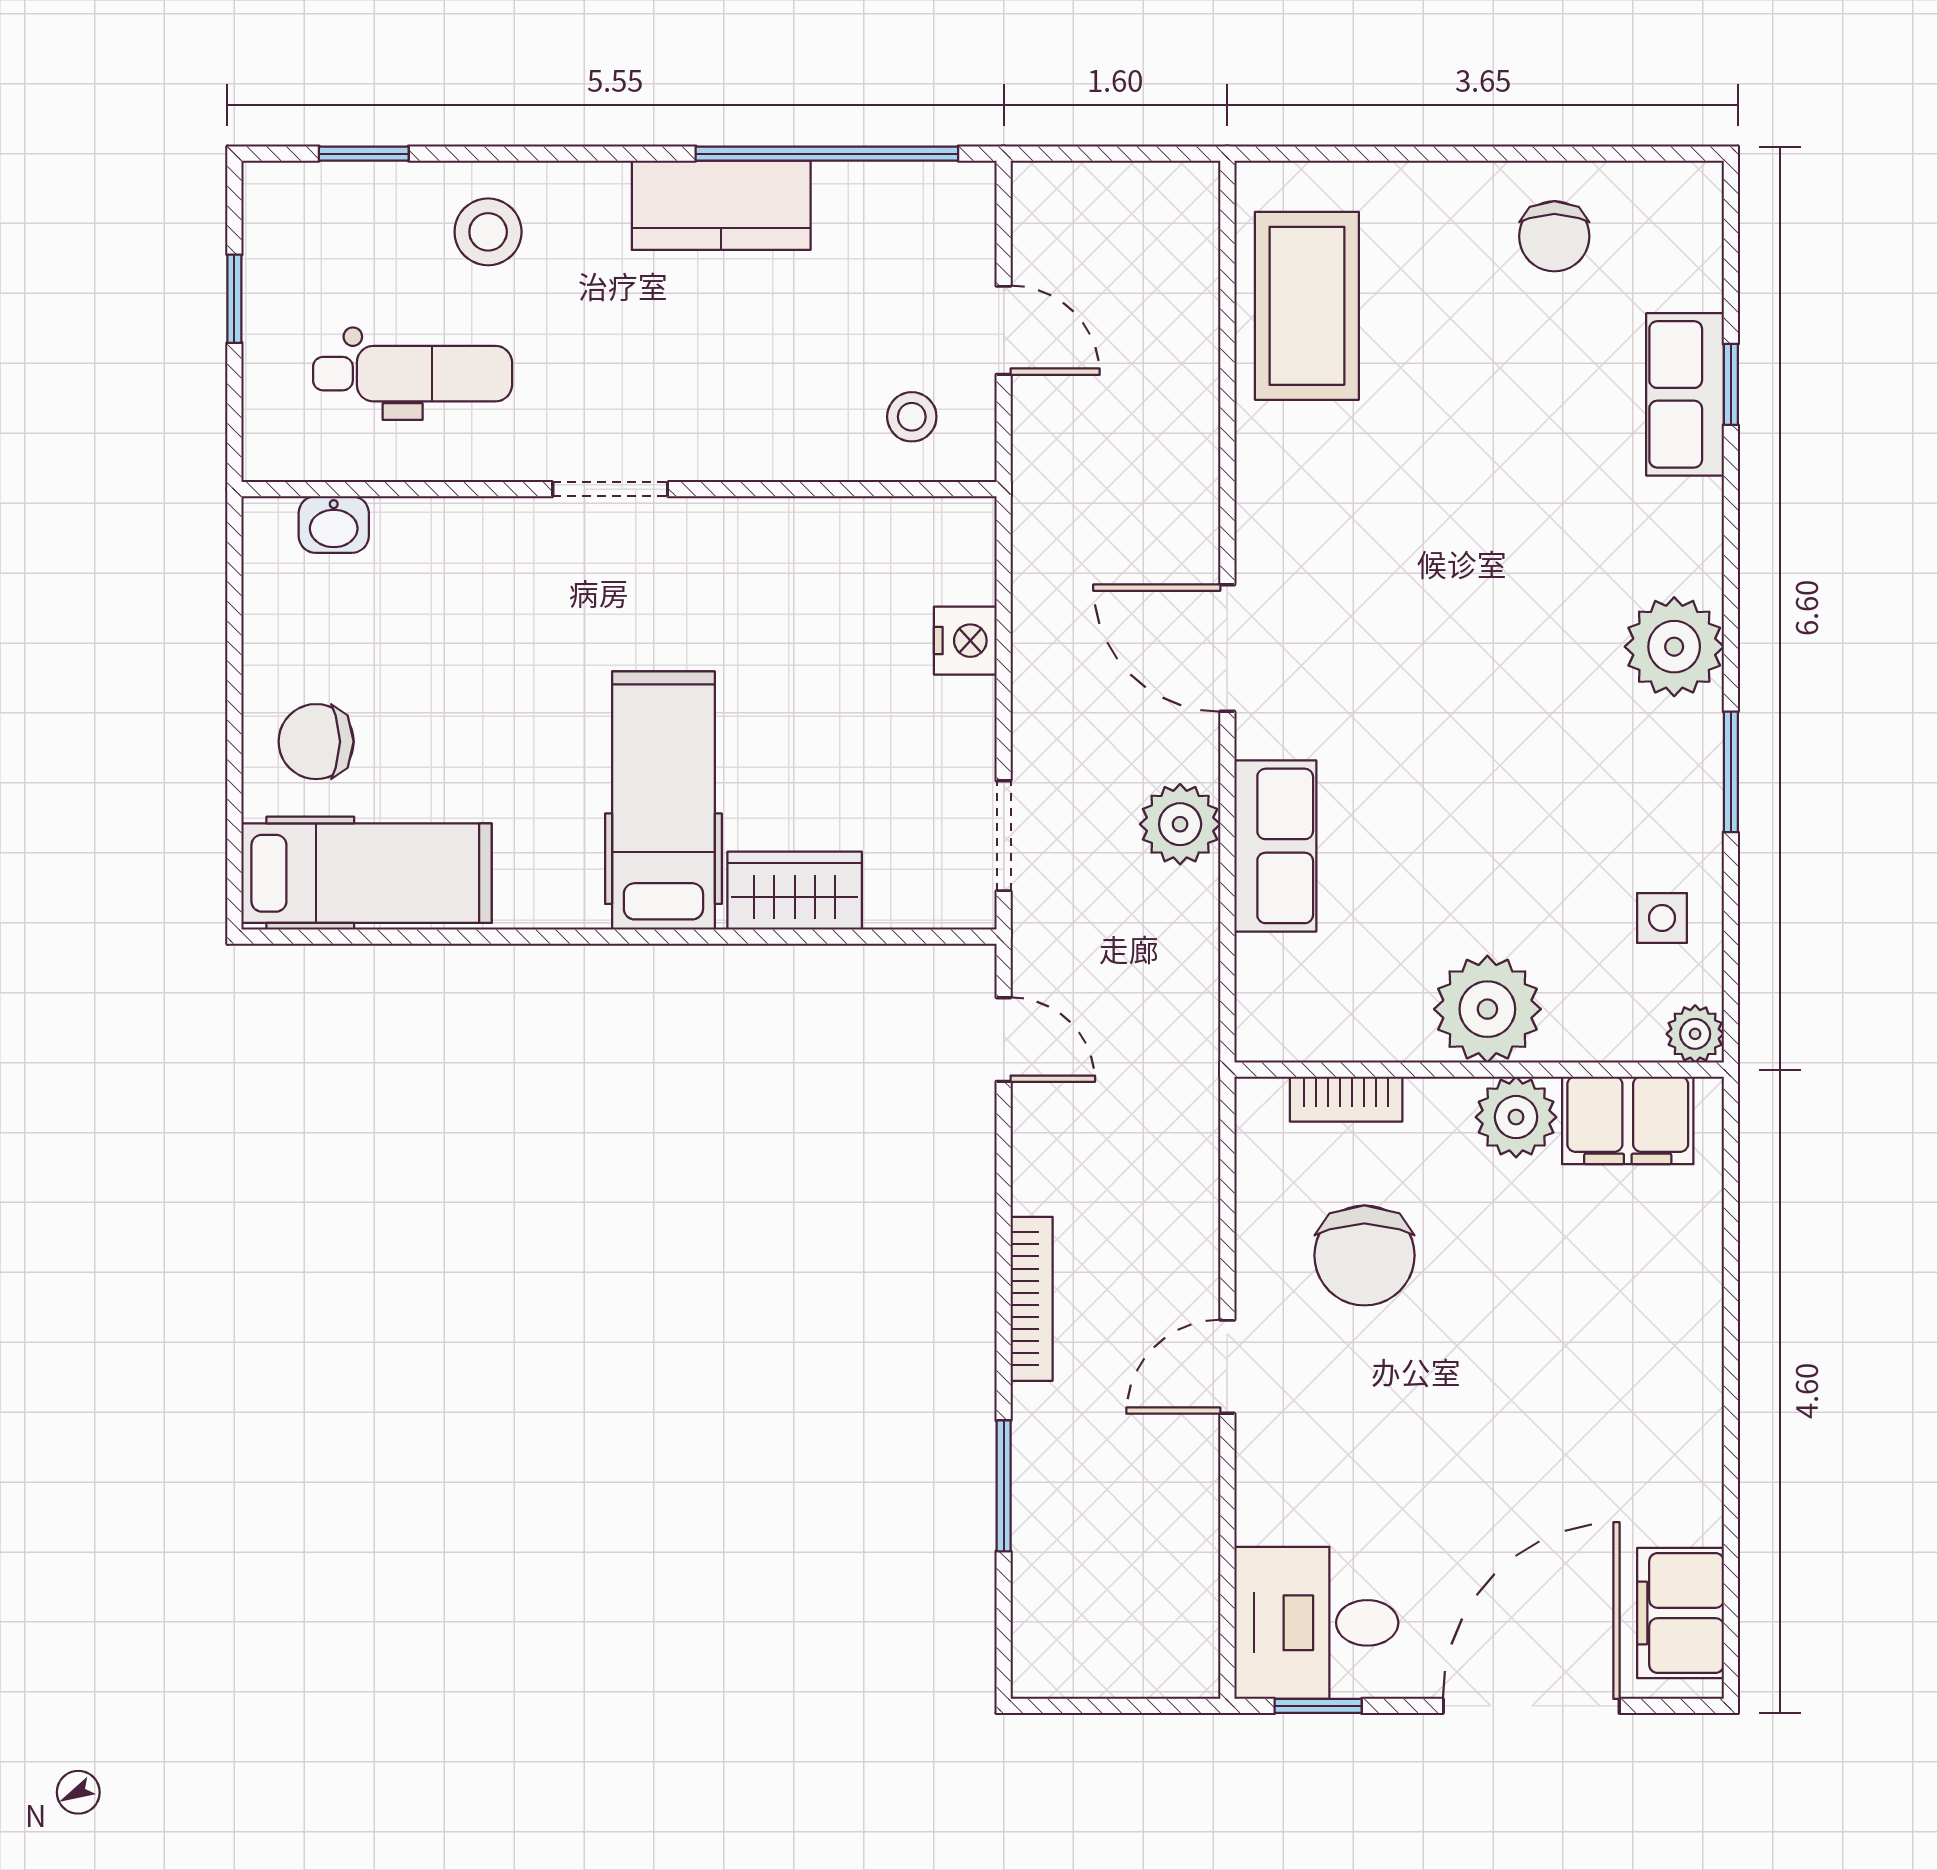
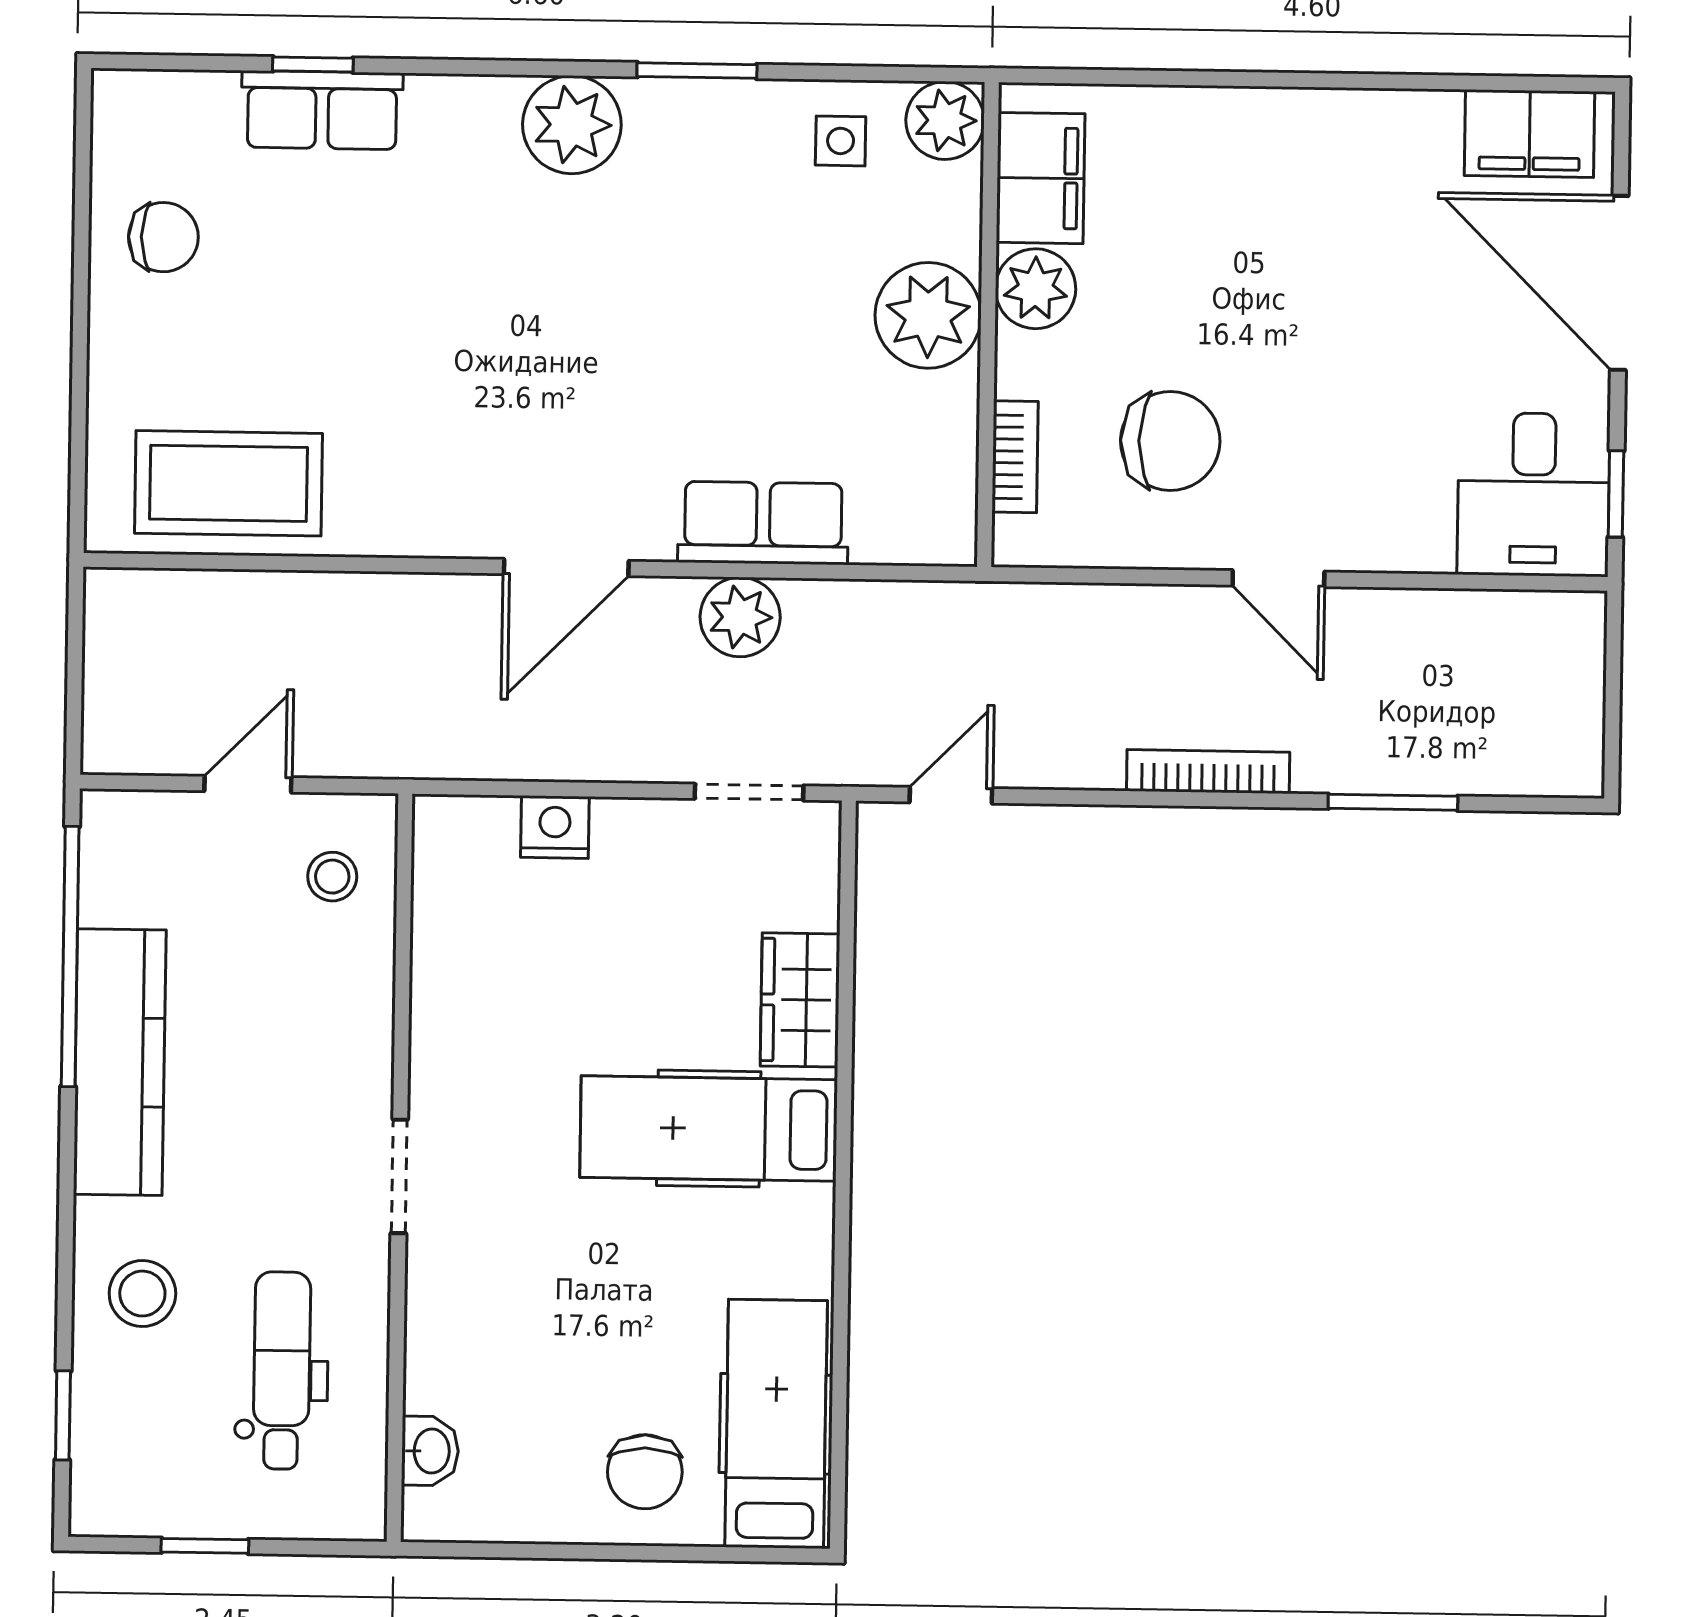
kitchen counter: (721, 205) -> (120, 1062), width x1.50
plant: (1695, 1034) -> (945, 120), width x1.38, depth x1.38

